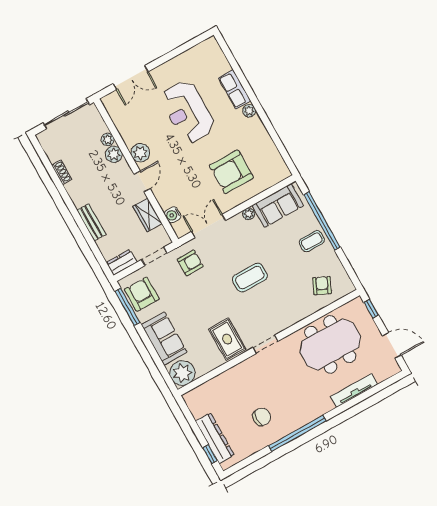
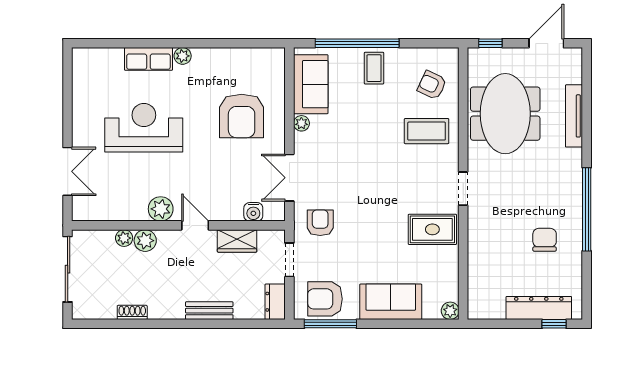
reception desk: (188, 112) -> (144, 128), turned 180
coffee table: (250, 278) -> (427, 131), moved, turned 90
plant: (182, 373) -> (450, 311), width x0.53, depth x0.53

